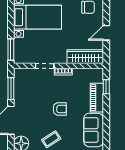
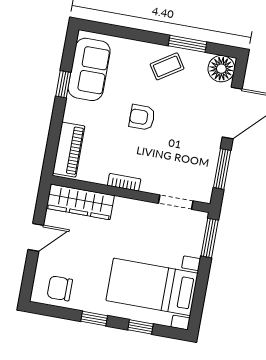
doorway: (45, 66) -> (176, 202), moved
window: (106, 87) -> (63, 84), moved
piano: (97, 98) -> (69, 150), moved

